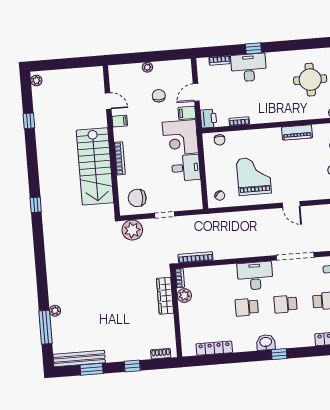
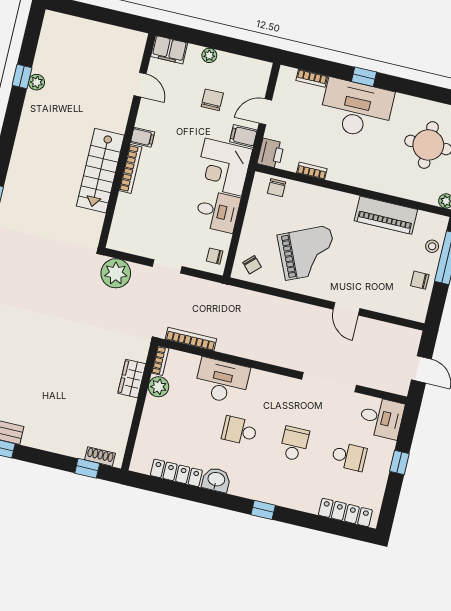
desk: (249, 68) -> (356, 109), width x1.36, depth x1.30
filing cabinet: (120, 72) -> (169, 50), added
plant: (36, 80) -> (37, 82), moved
filing cabinet: (120, 121) -> (142, 137), moved
piano: (297, 132) -> (386, 215), width x1.37, depth x1.33
stairs: (95, 166) -> (100, 171), width x0.73, depth x0.66
grand piano: (254, 176) -> (308, 253), turned 66
chair: (137, 198) -> (215, 256), moved, width x0.54, depth x0.54
desk: (255, 276) -> (222, 381), moved
wardrobe: (165, 296) -> (132, 379), width x0.67
school desk: (286, 304) -> (294, 444), turned 90
washbasin: (266, 342) -> (216, 480), moved
window: (132, 366) -> (87, 468), moved

